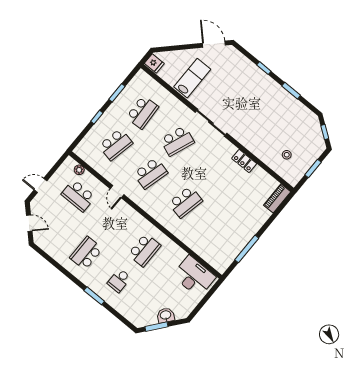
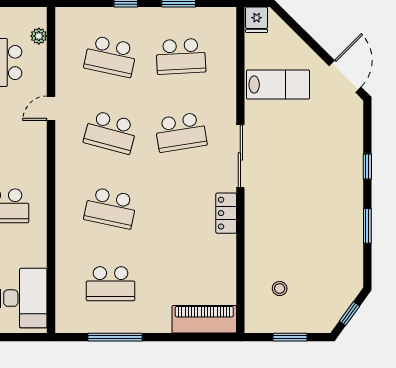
school desk: (177, 141) -> (181, 132), turned -30
locker: (244, 161) -> (226, 213), moved
piano: (277, 198) -> (204, 319), width x1.37, depth x1.33
school desk: (220, 231) -> (111, 284), added

